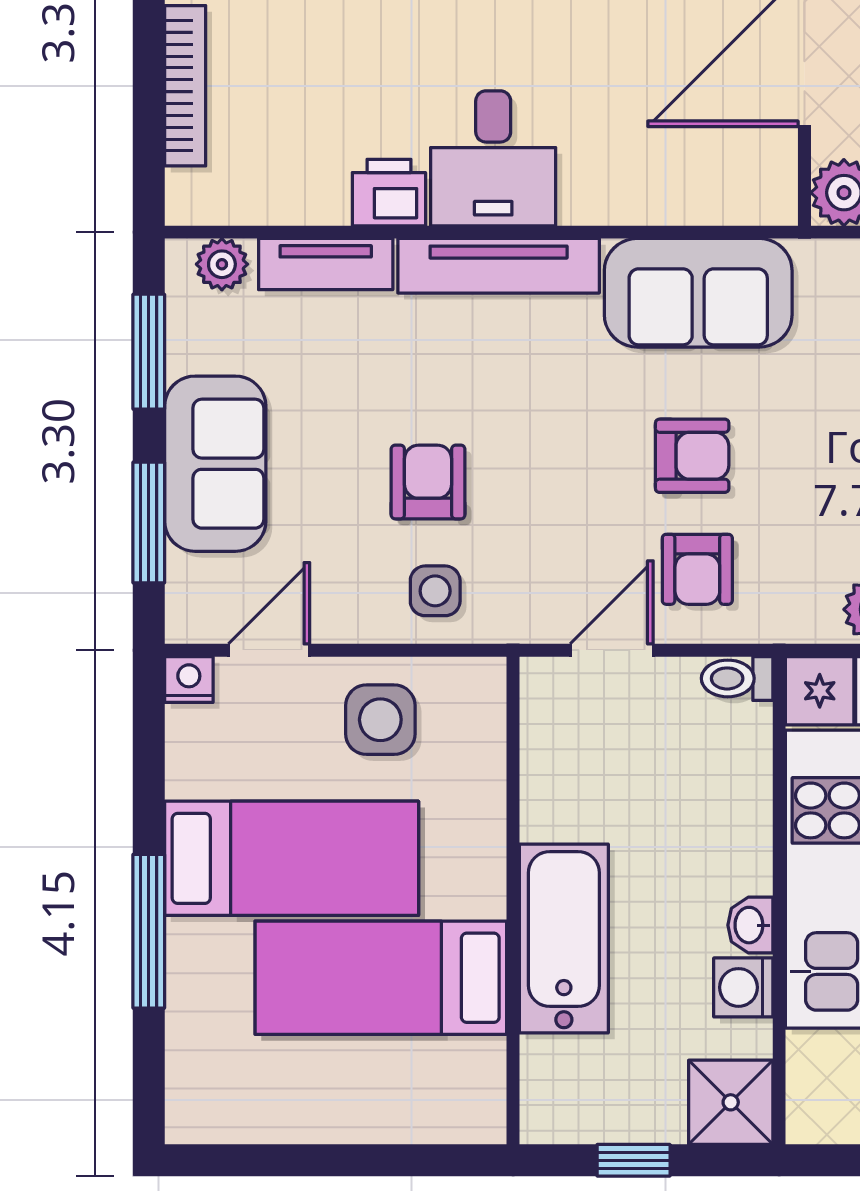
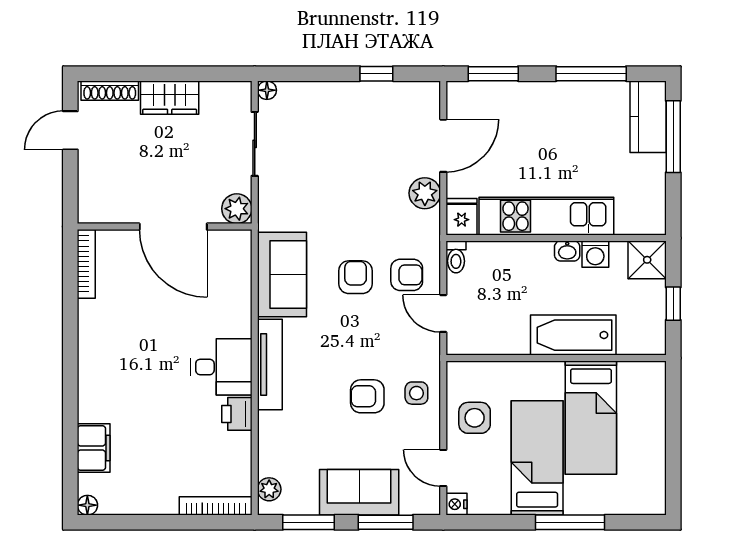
bookcase: (185, 86) -> (216, 506), moved
tv unit: (326, 264) -> (269, 442), removed

